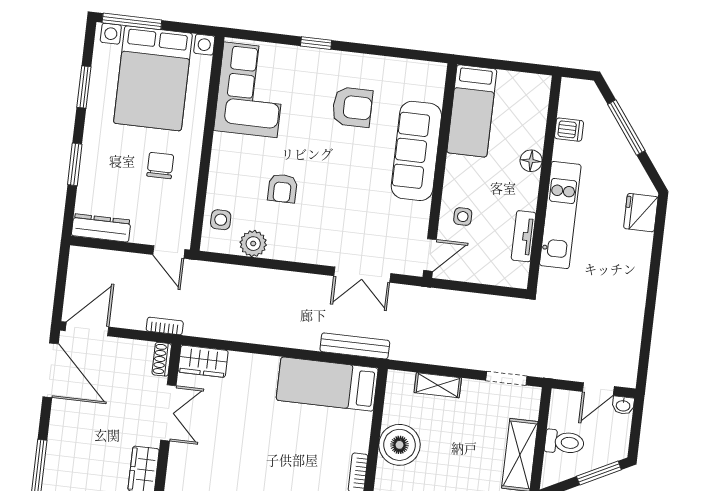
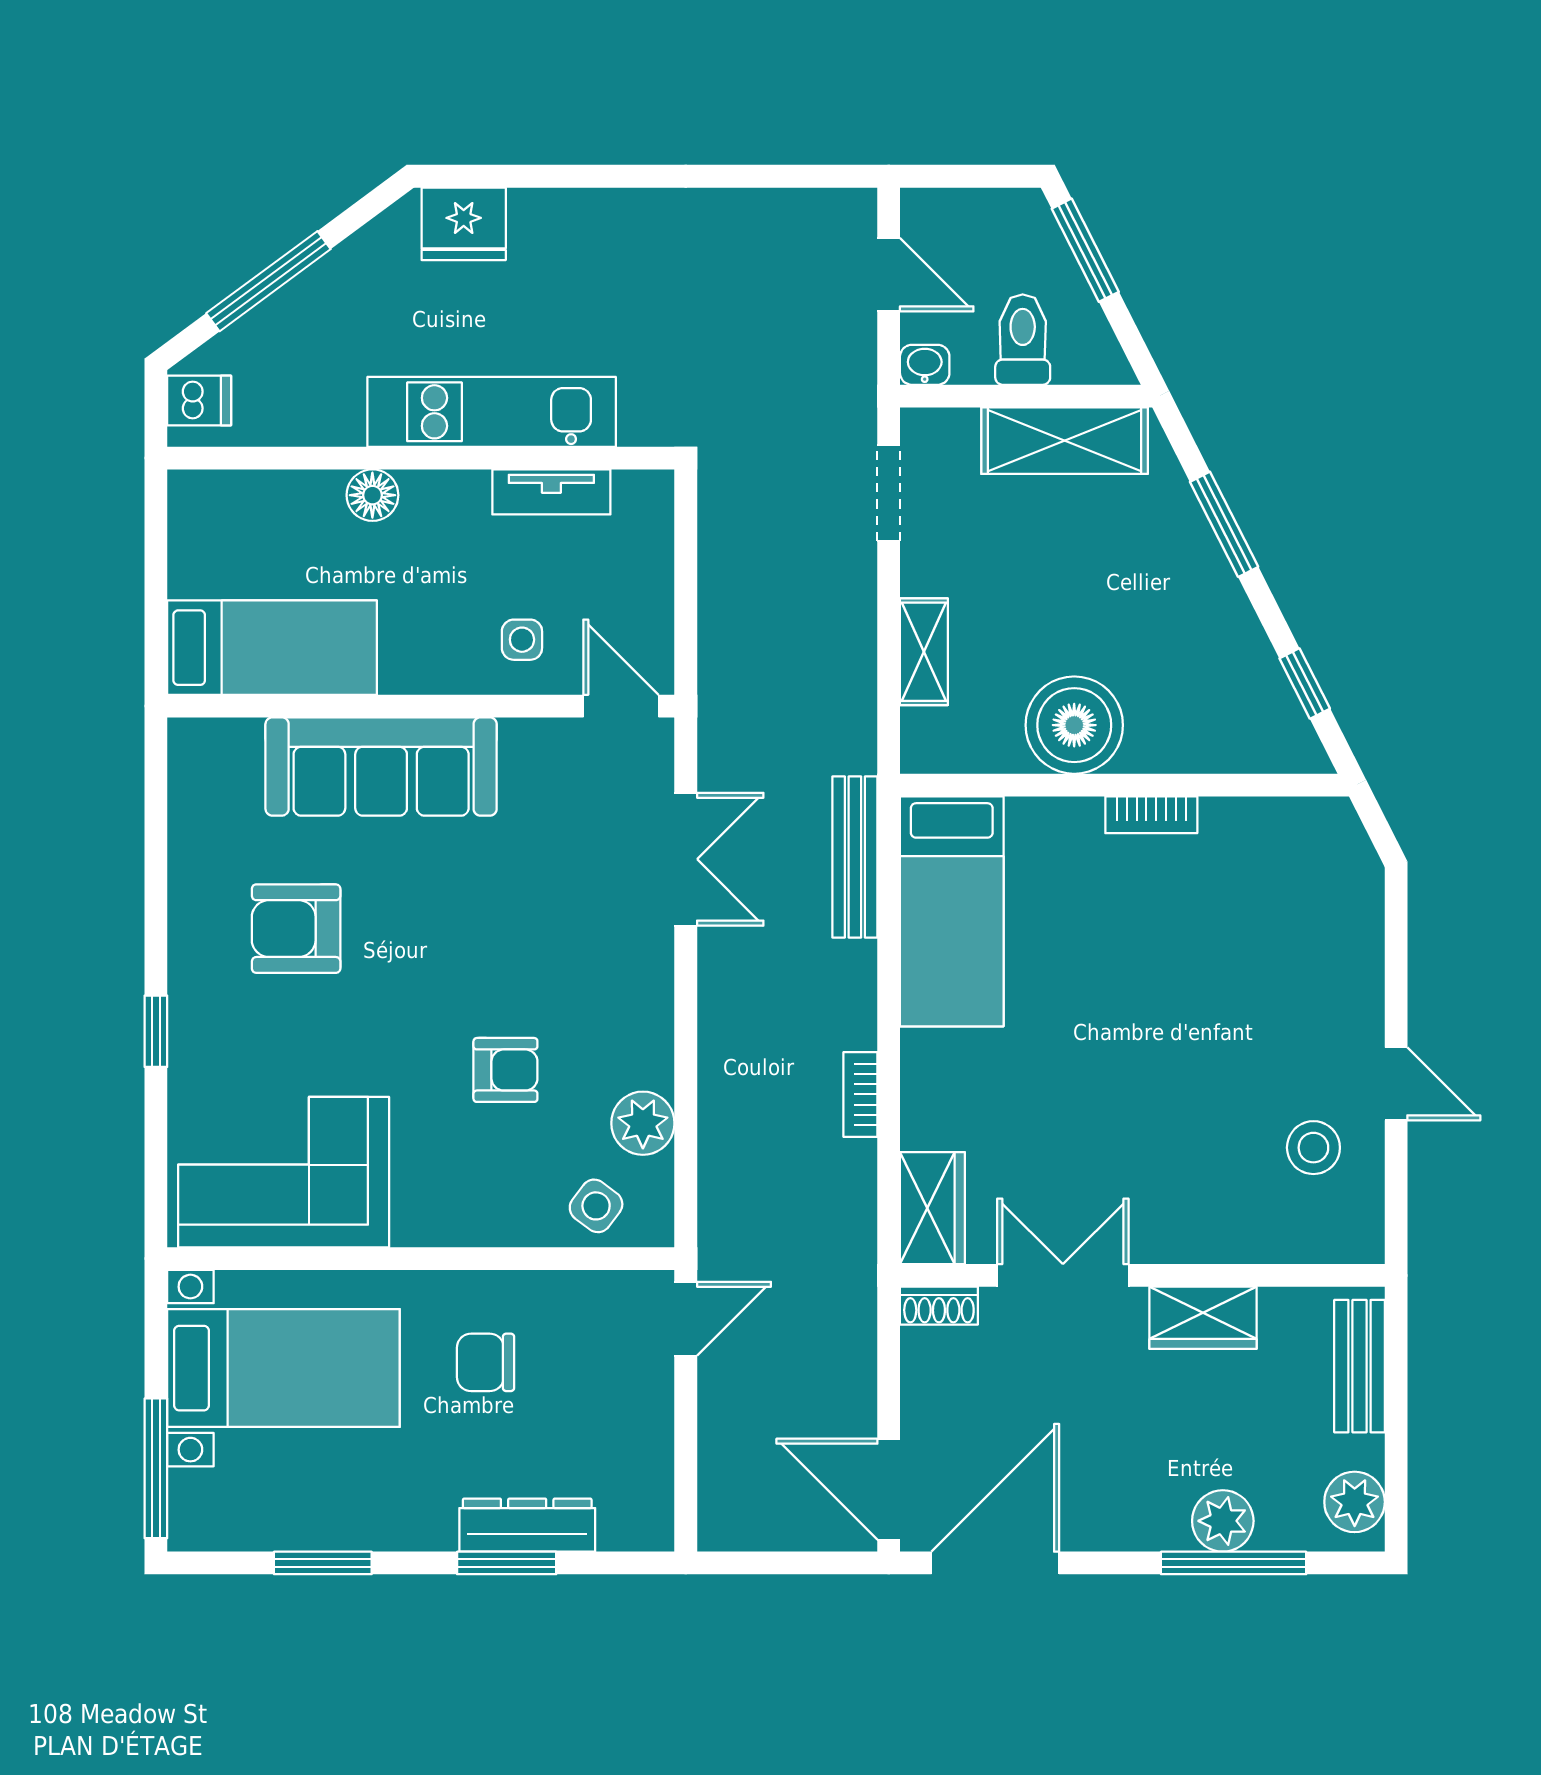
bed with nightstands: (153, 78) -> (283, 1368), width x0.73
armchair: (352, 107) -> (296, 929), turned -90
dishwasher: (569, 130) -> (199, 400), moved, turned 90
side table: (221, 220) -> (596, 1206), turned 37
dresser: (101, 228) -> (527, 1525), moved, turned 90
bookcase: (165, 326) -> (860, 1094), moved
washbasin: (623, 405) -> (925, 365), moved, turned -90
plant: (57, 468) -> (1223, 1521), added

